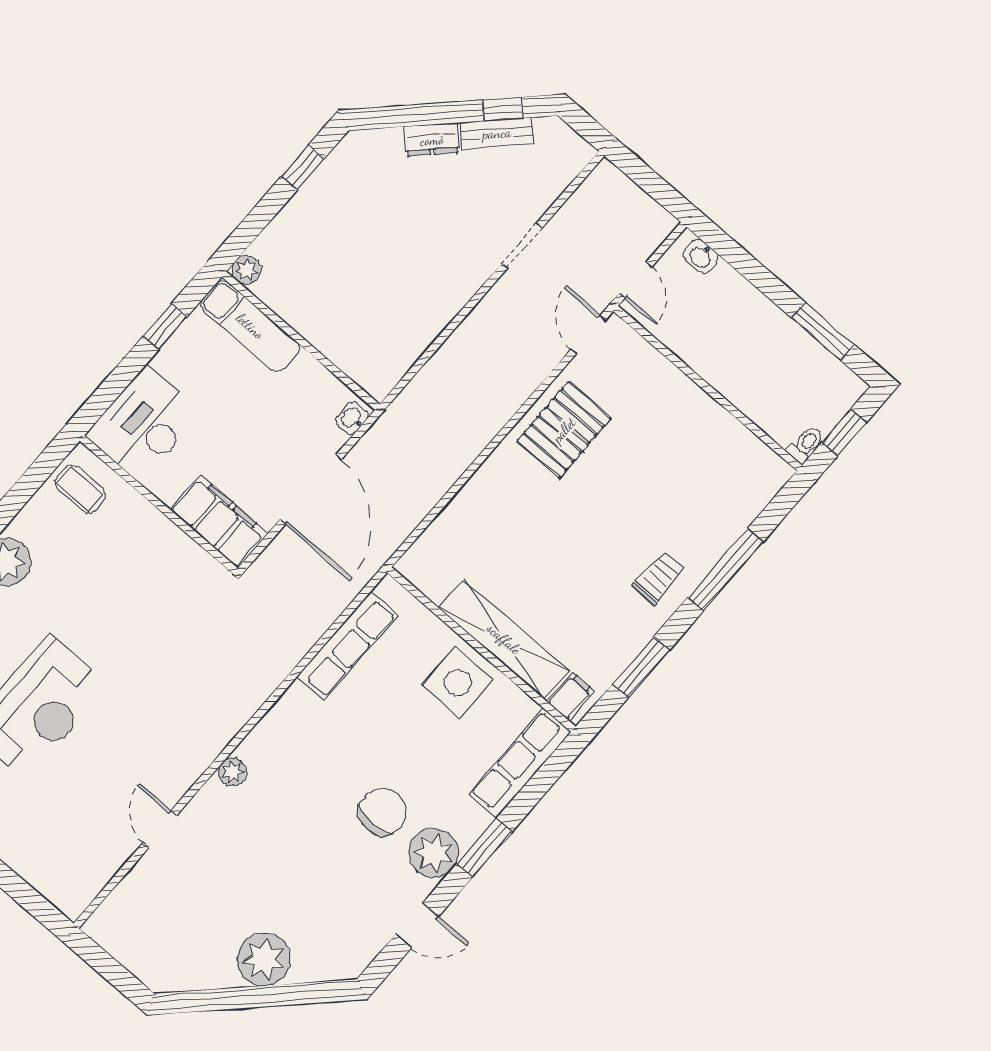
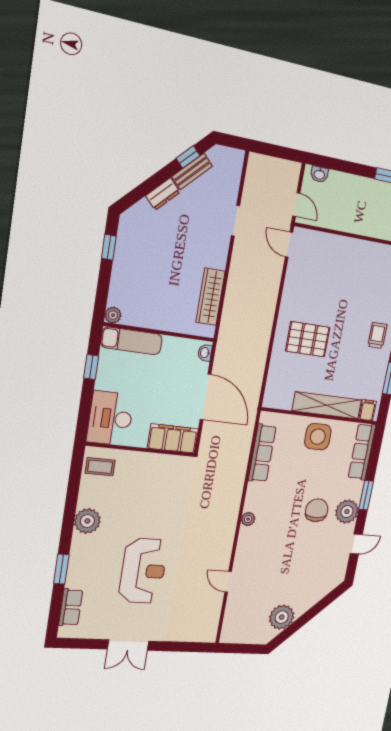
wardrobe: (413, 337) -> (210, 297), added
pallet: (564, 430) -> (308, 339), moved, turned 90
plant: (232, 772) -> (248, 519), moved
plant: (264, 960) -> (282, 617), moved

